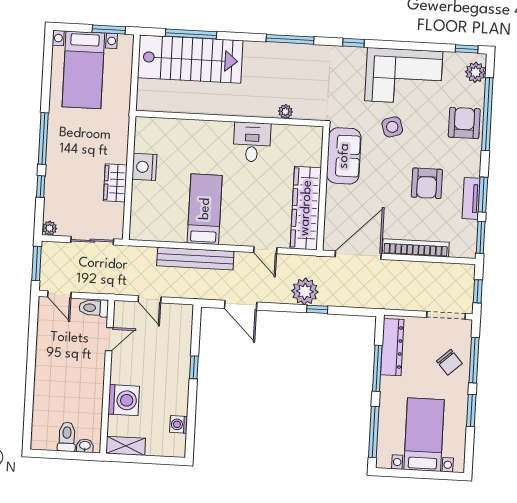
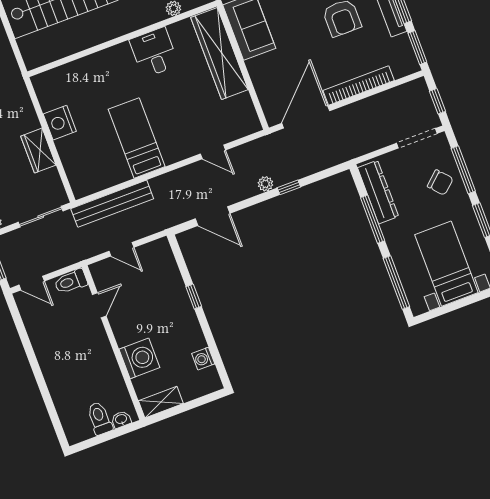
wardrobe: (306, 208) -> (220, 54), moved
bench: (195, 259) -> (112, 204), moved
plant: (305, 291) -> (265, 184), width x0.53, depth x0.53

